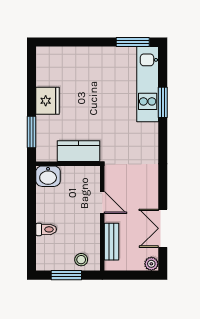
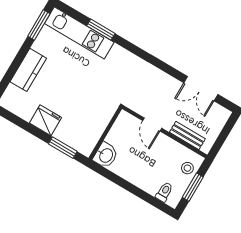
kitchen counter: (79, 151) -> (28, 70), moved, turned 180
door: (102, 203) -> (152, 124), swing flipped
toilet: (46, 229) -> (164, 192), moved
plant: (151, 264) -> (224, 114), removed

